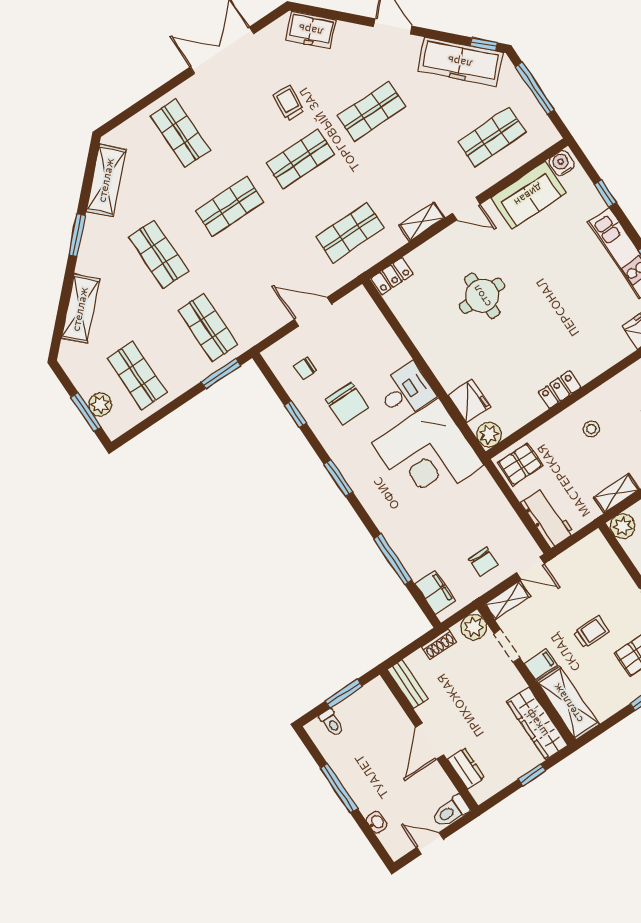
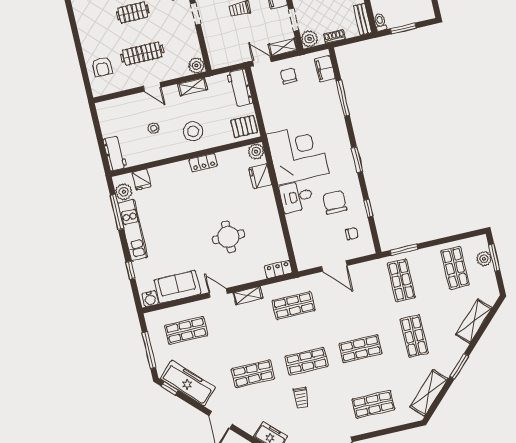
shop shelf: (180, 133) -> (373, 404), turned 90
stool: (591, 429) -> (193, 131), width x1.89, depth x1.89
toilet: (332, 723) -> (380, 22), moved

